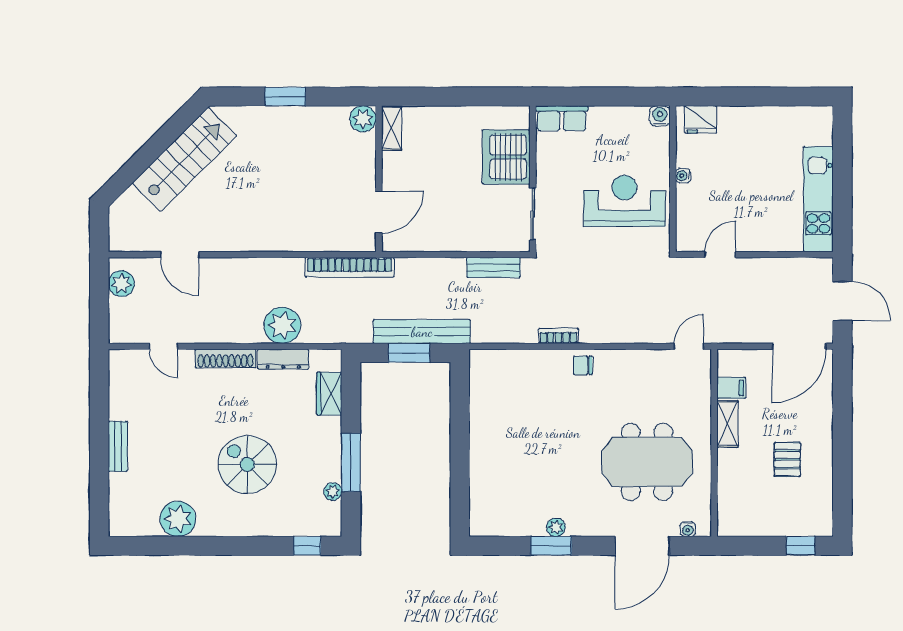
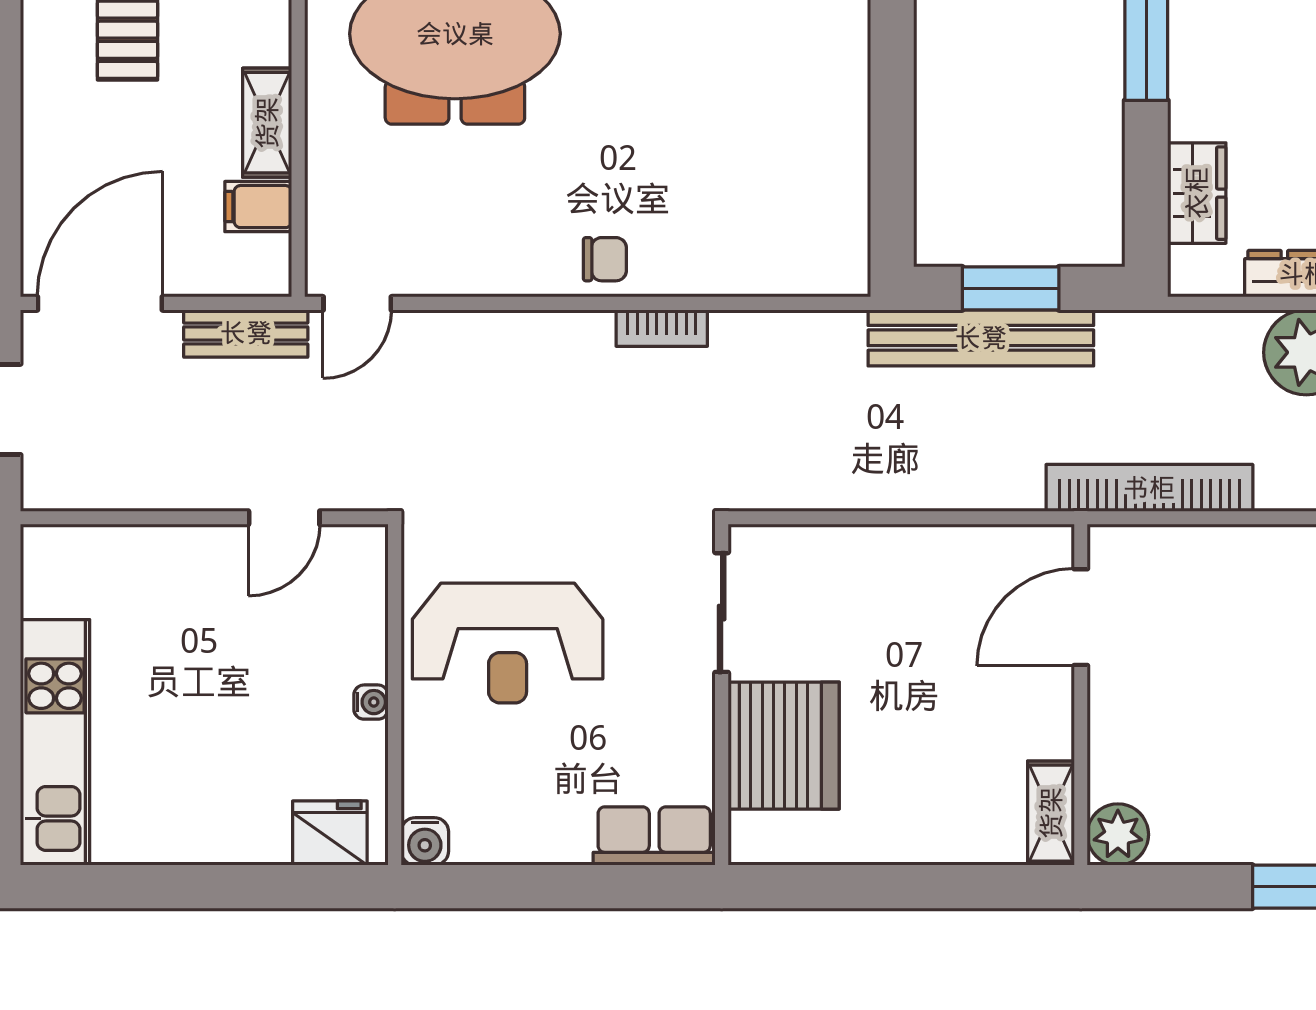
kitchen unit: (818, 199) -> (55, 742), moved
bench: (493, 267) -> (246, 333), moved

